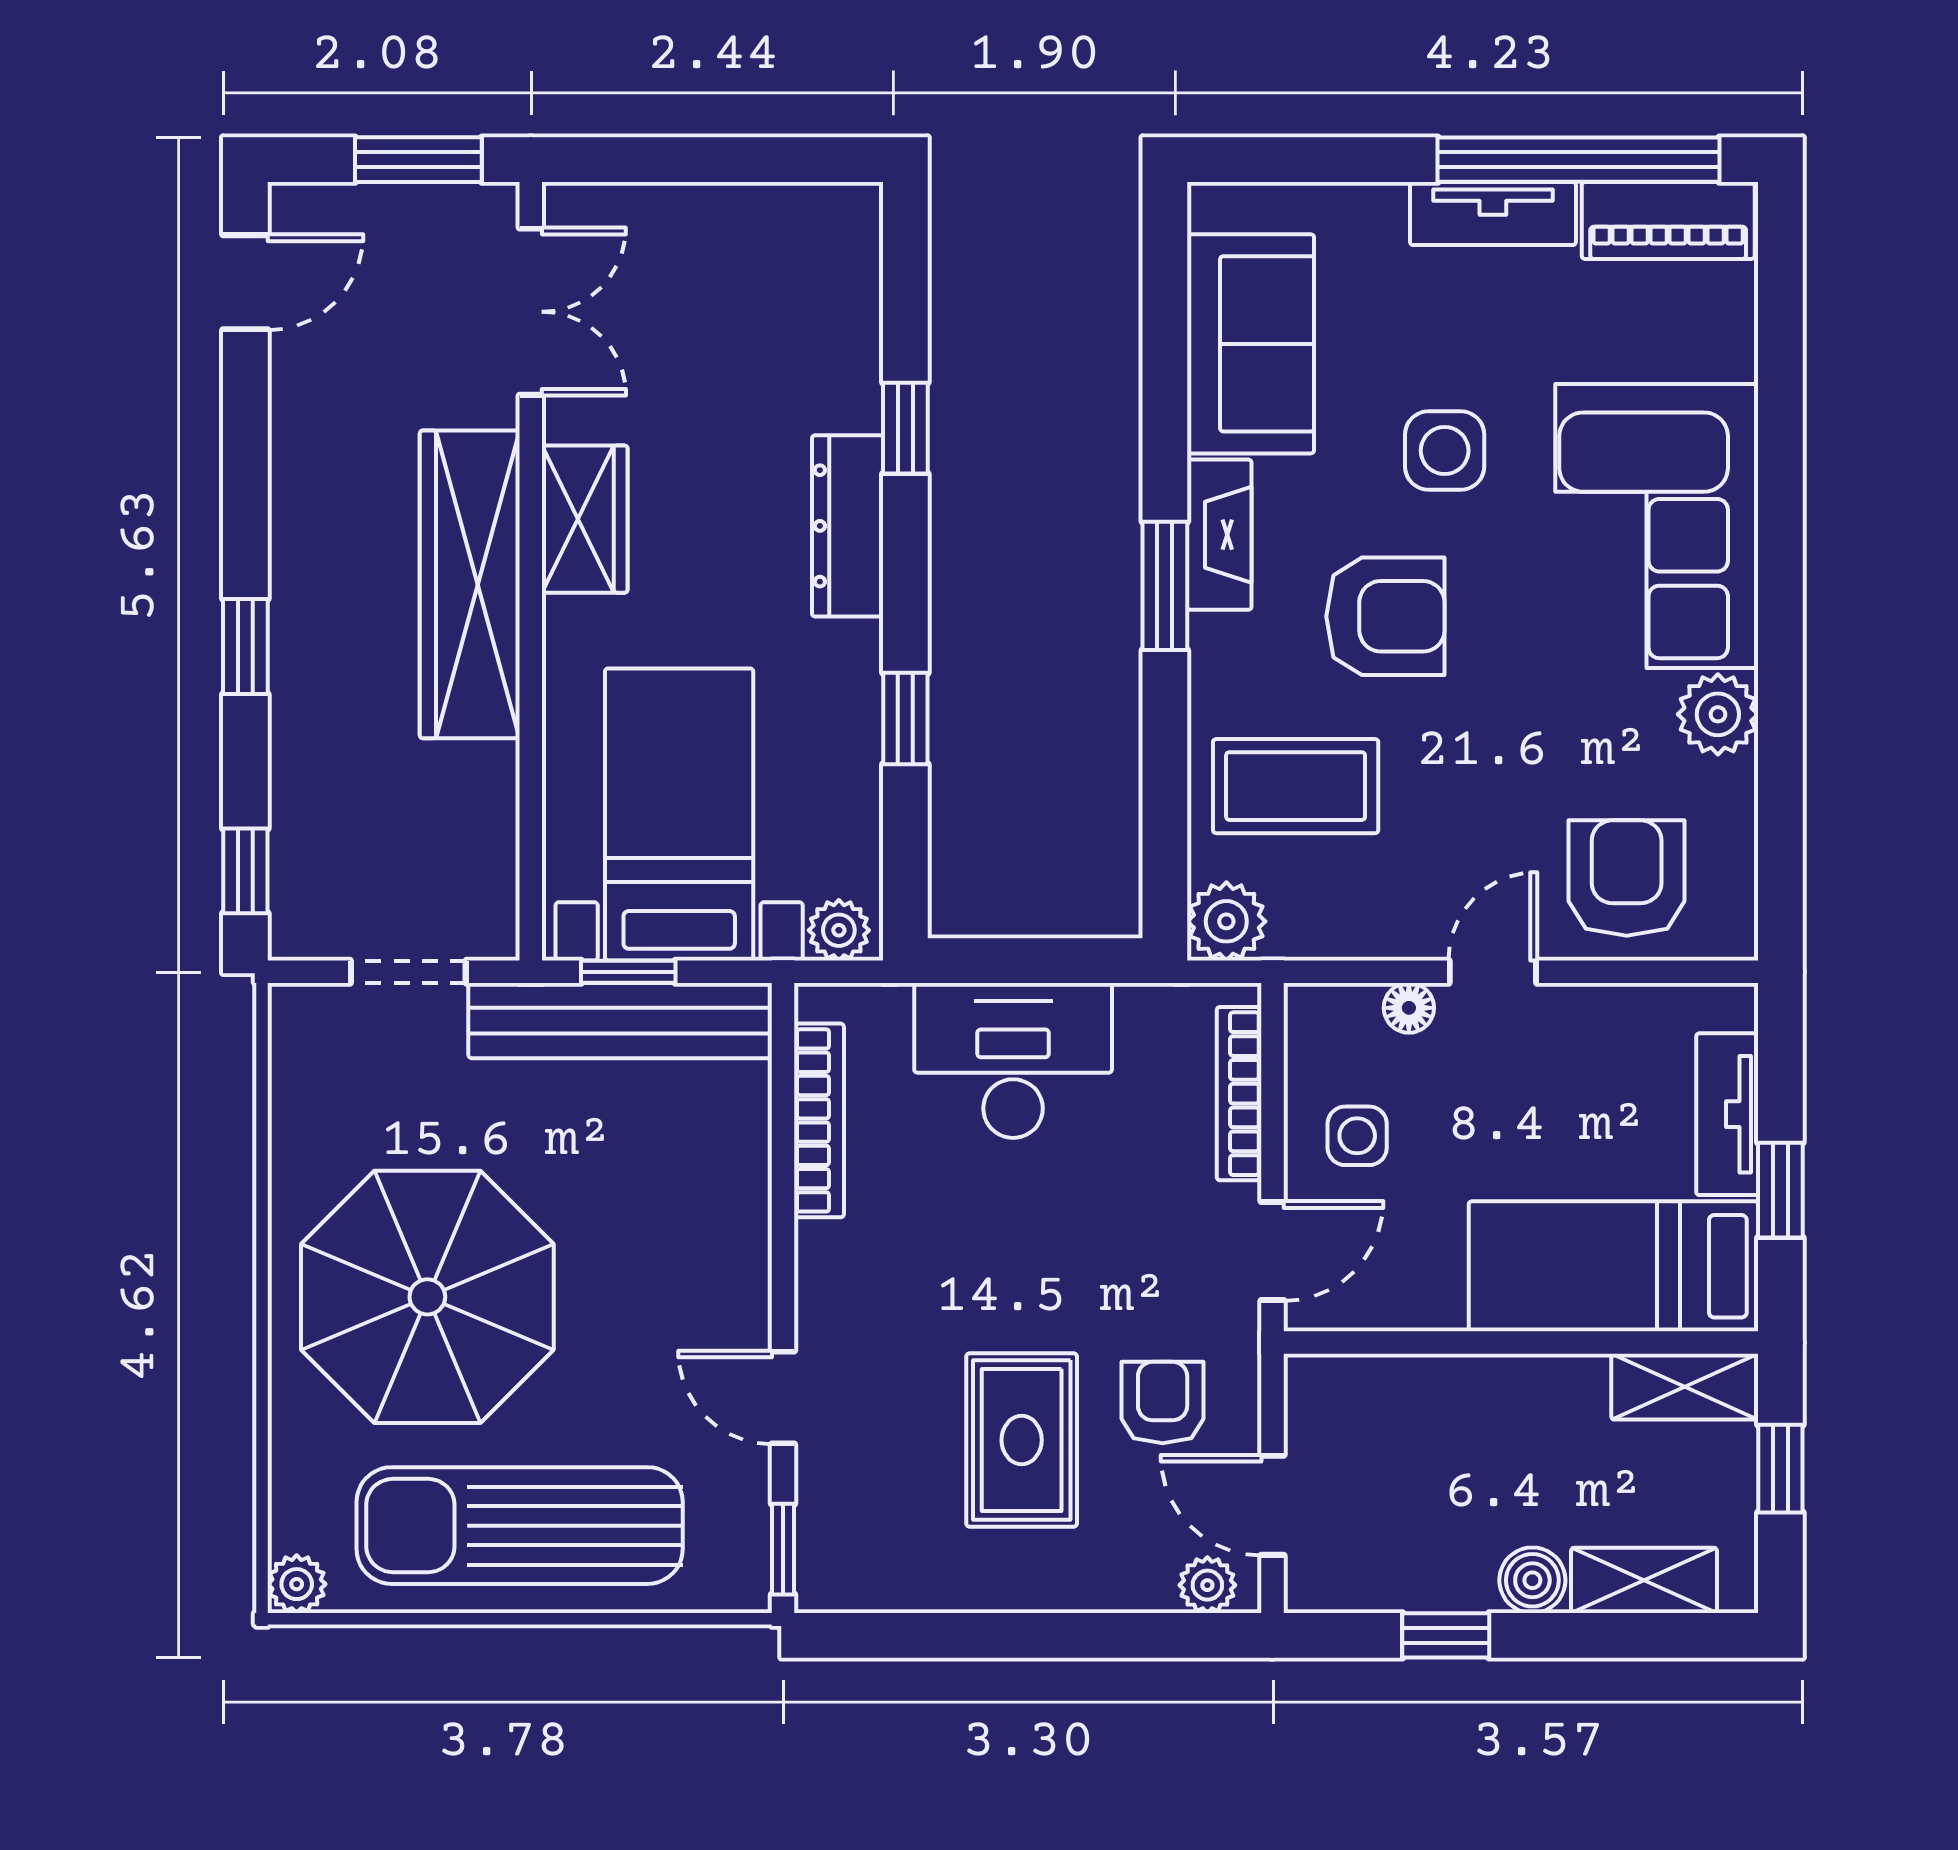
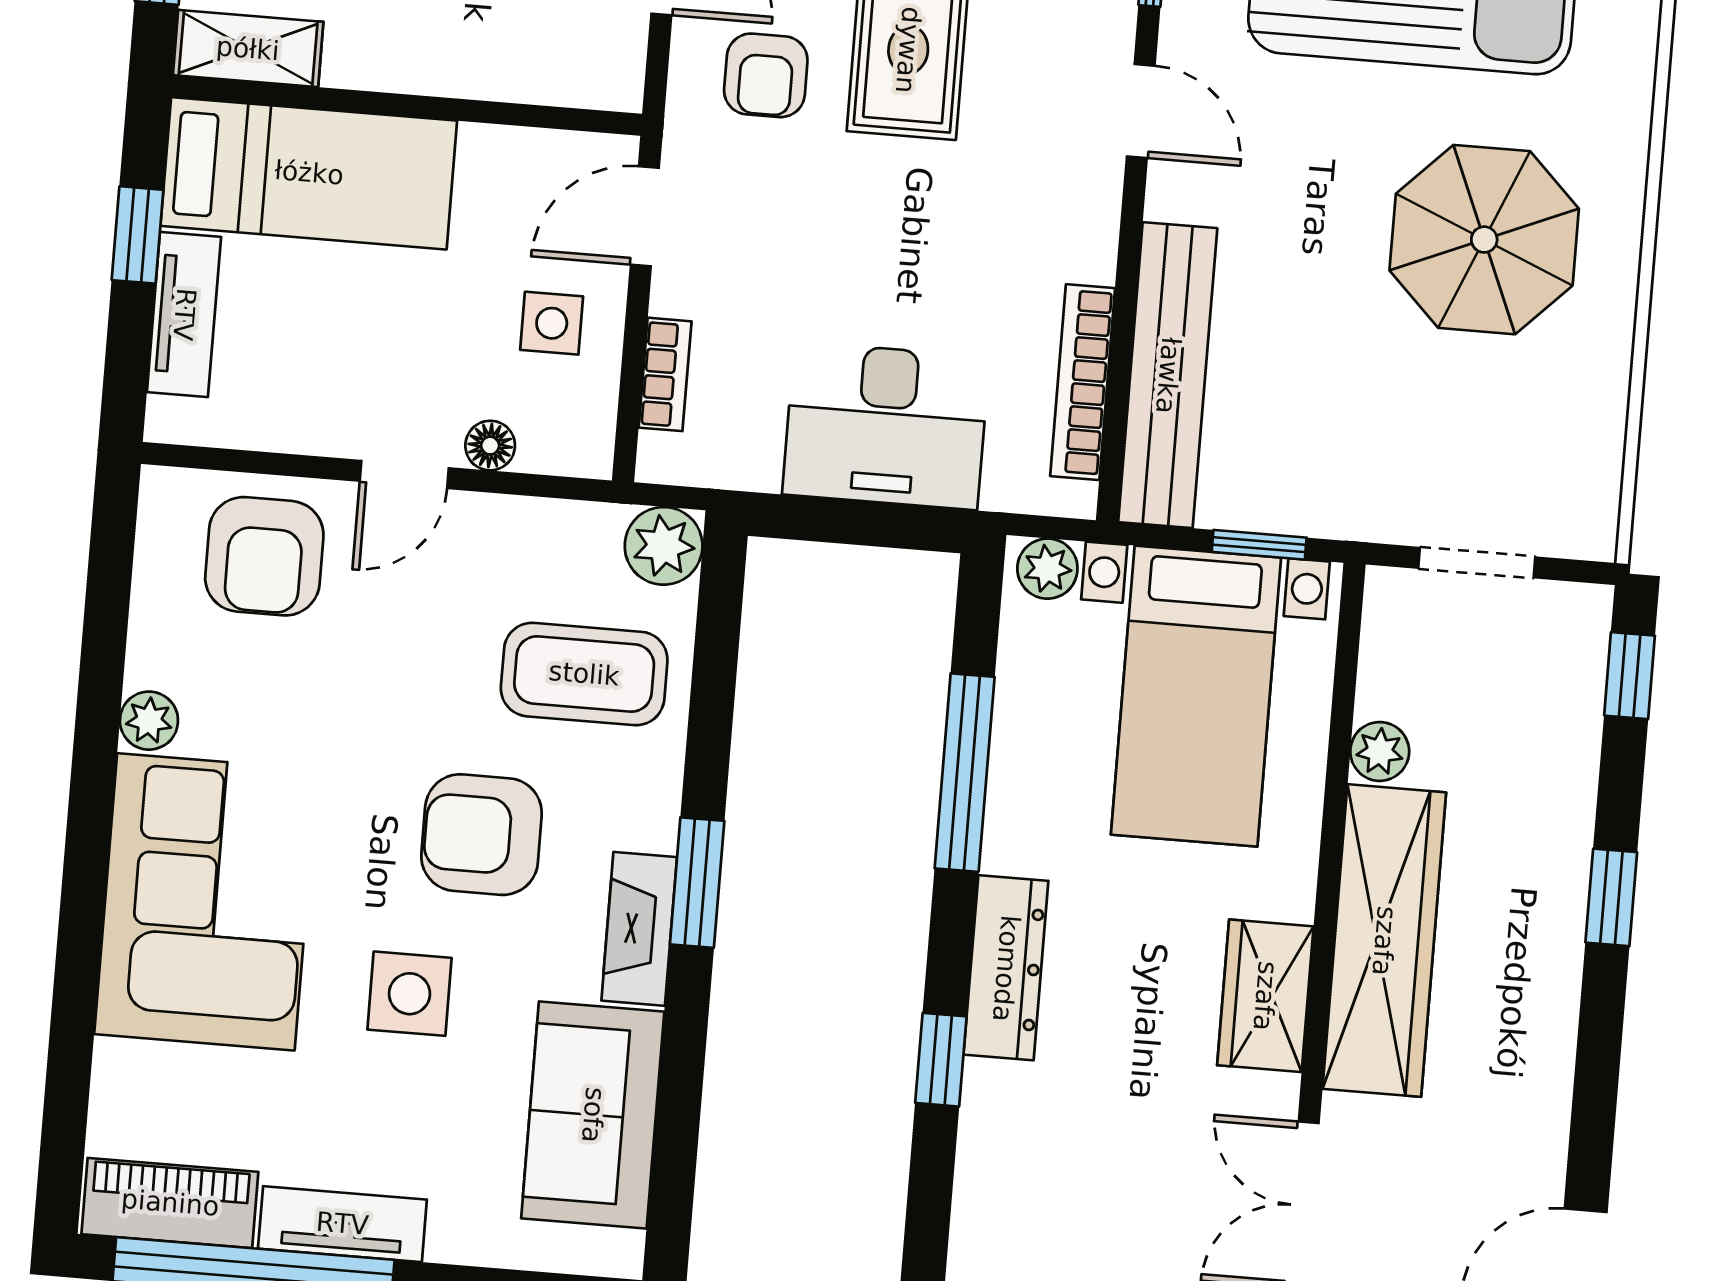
plant: (1718, 714) -> (149, 721), width x0.73, depth x0.73
window: (905, 718) -> (965, 773), width x2.17
plant: (490, 774) -> (1380, 751), added
bench: (620, 1021) -> (1168, 375), moved, turned 90
bookcase: (1239, 1094) -> (665, 374), width x0.64
parasol: (427, 1297) -> (1484, 240), width x0.73, depth x0.73

